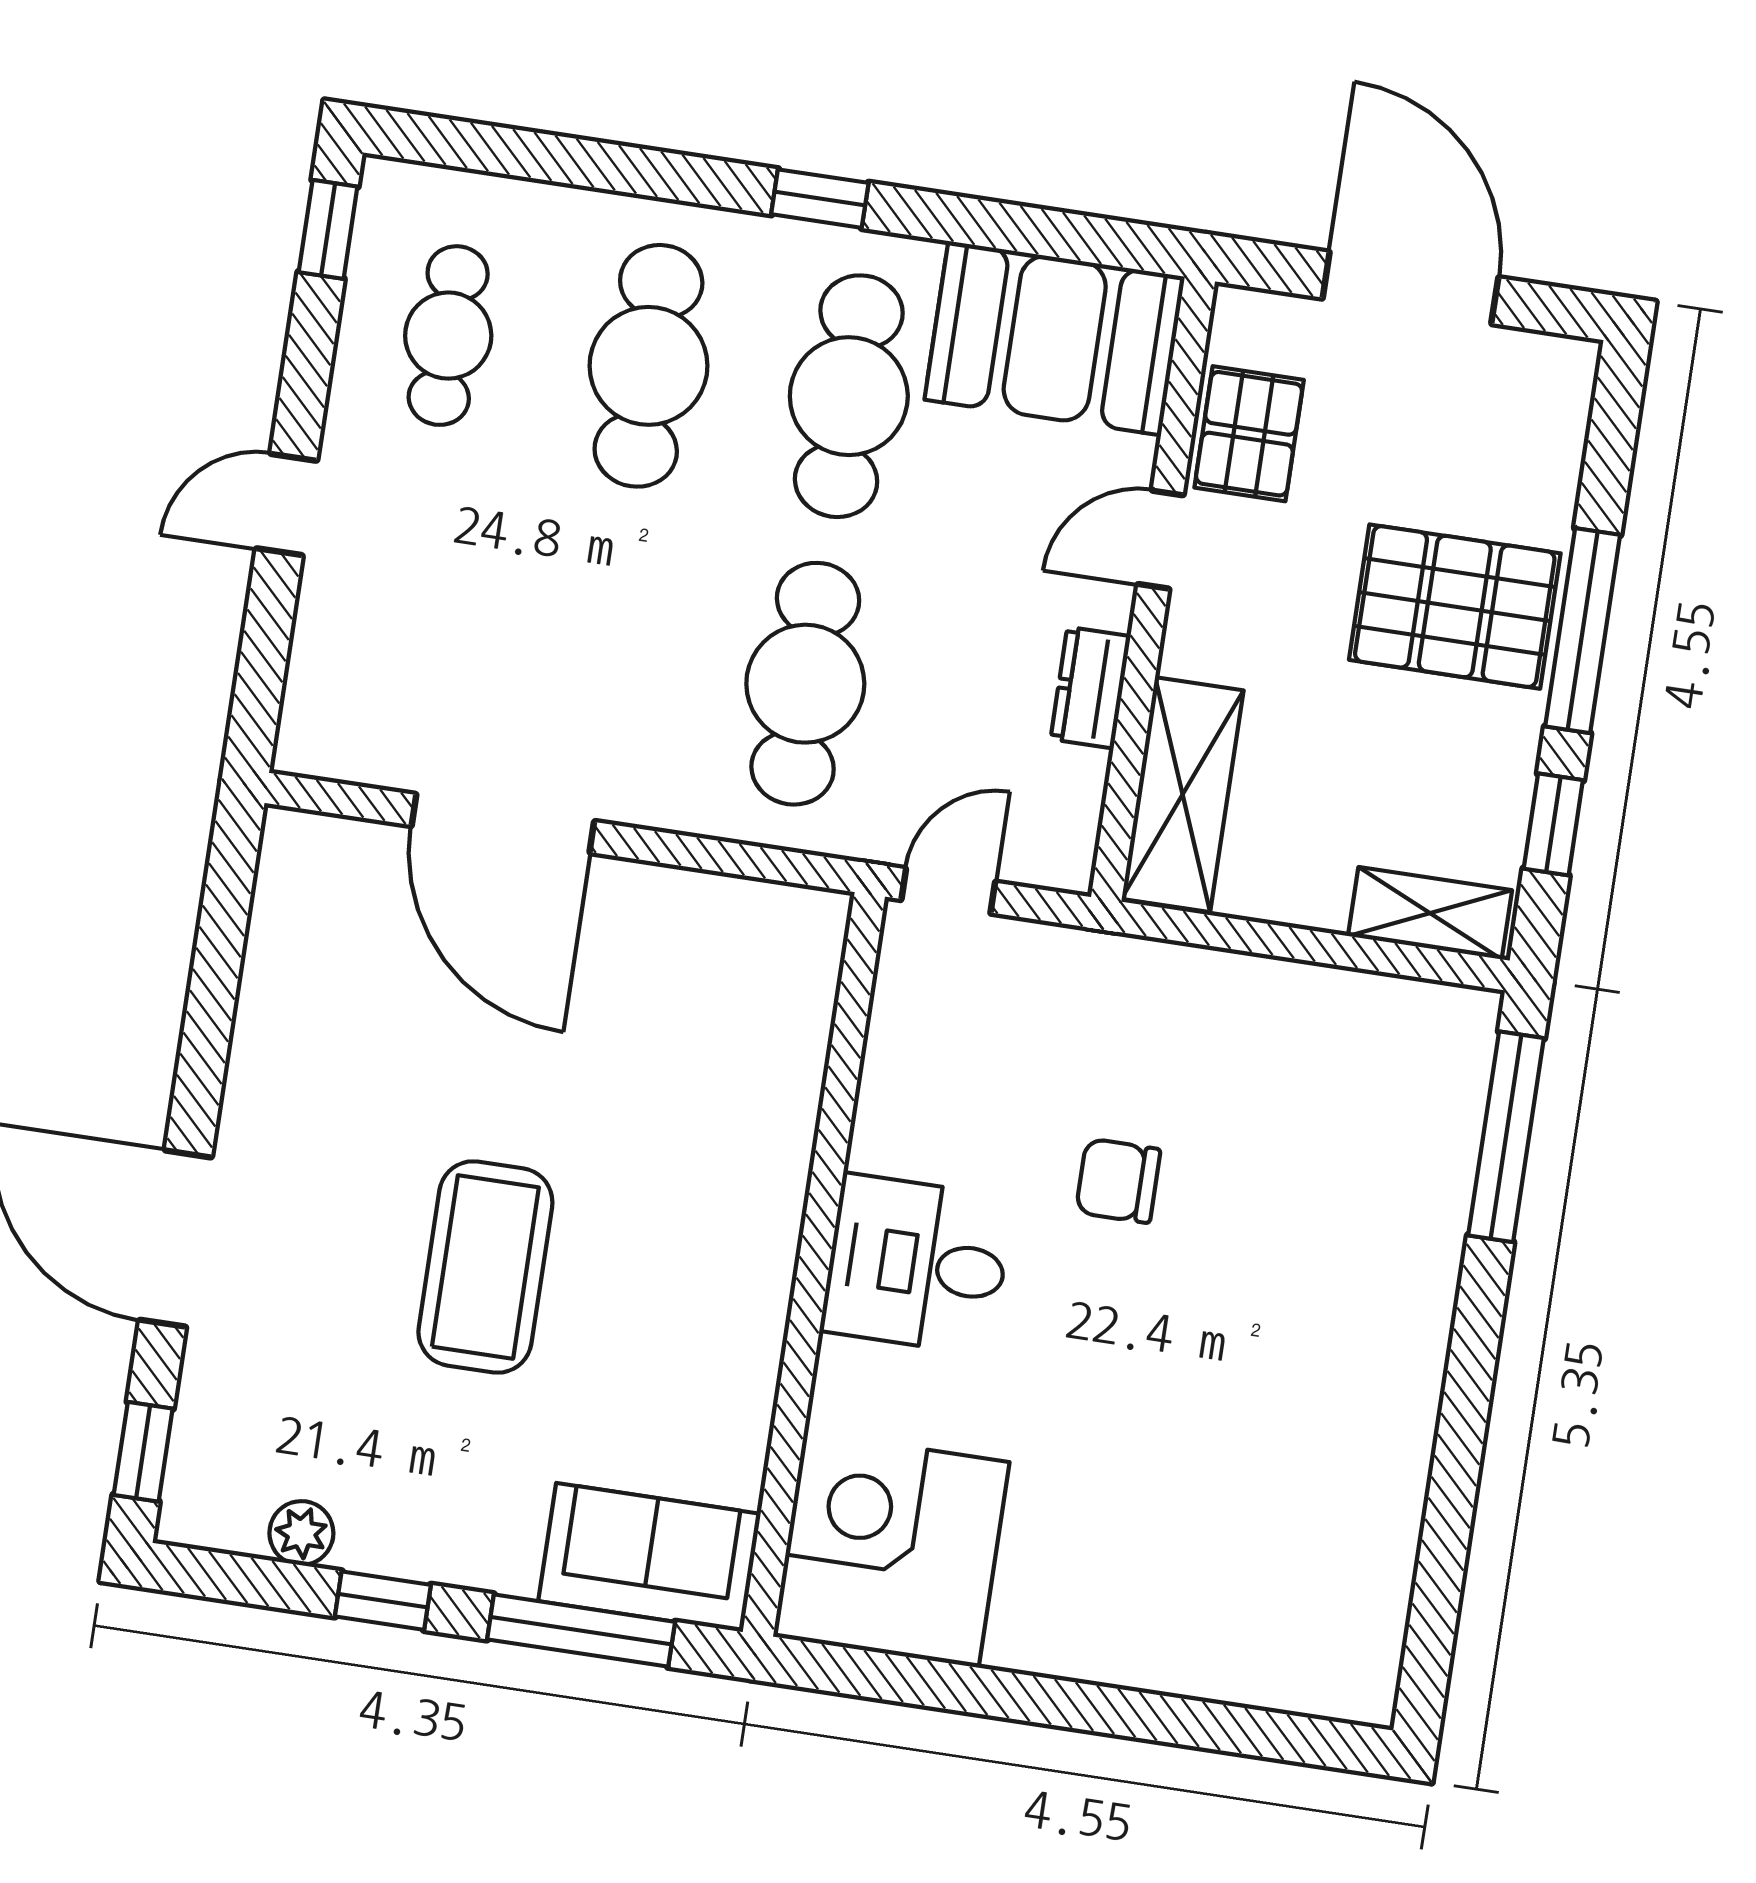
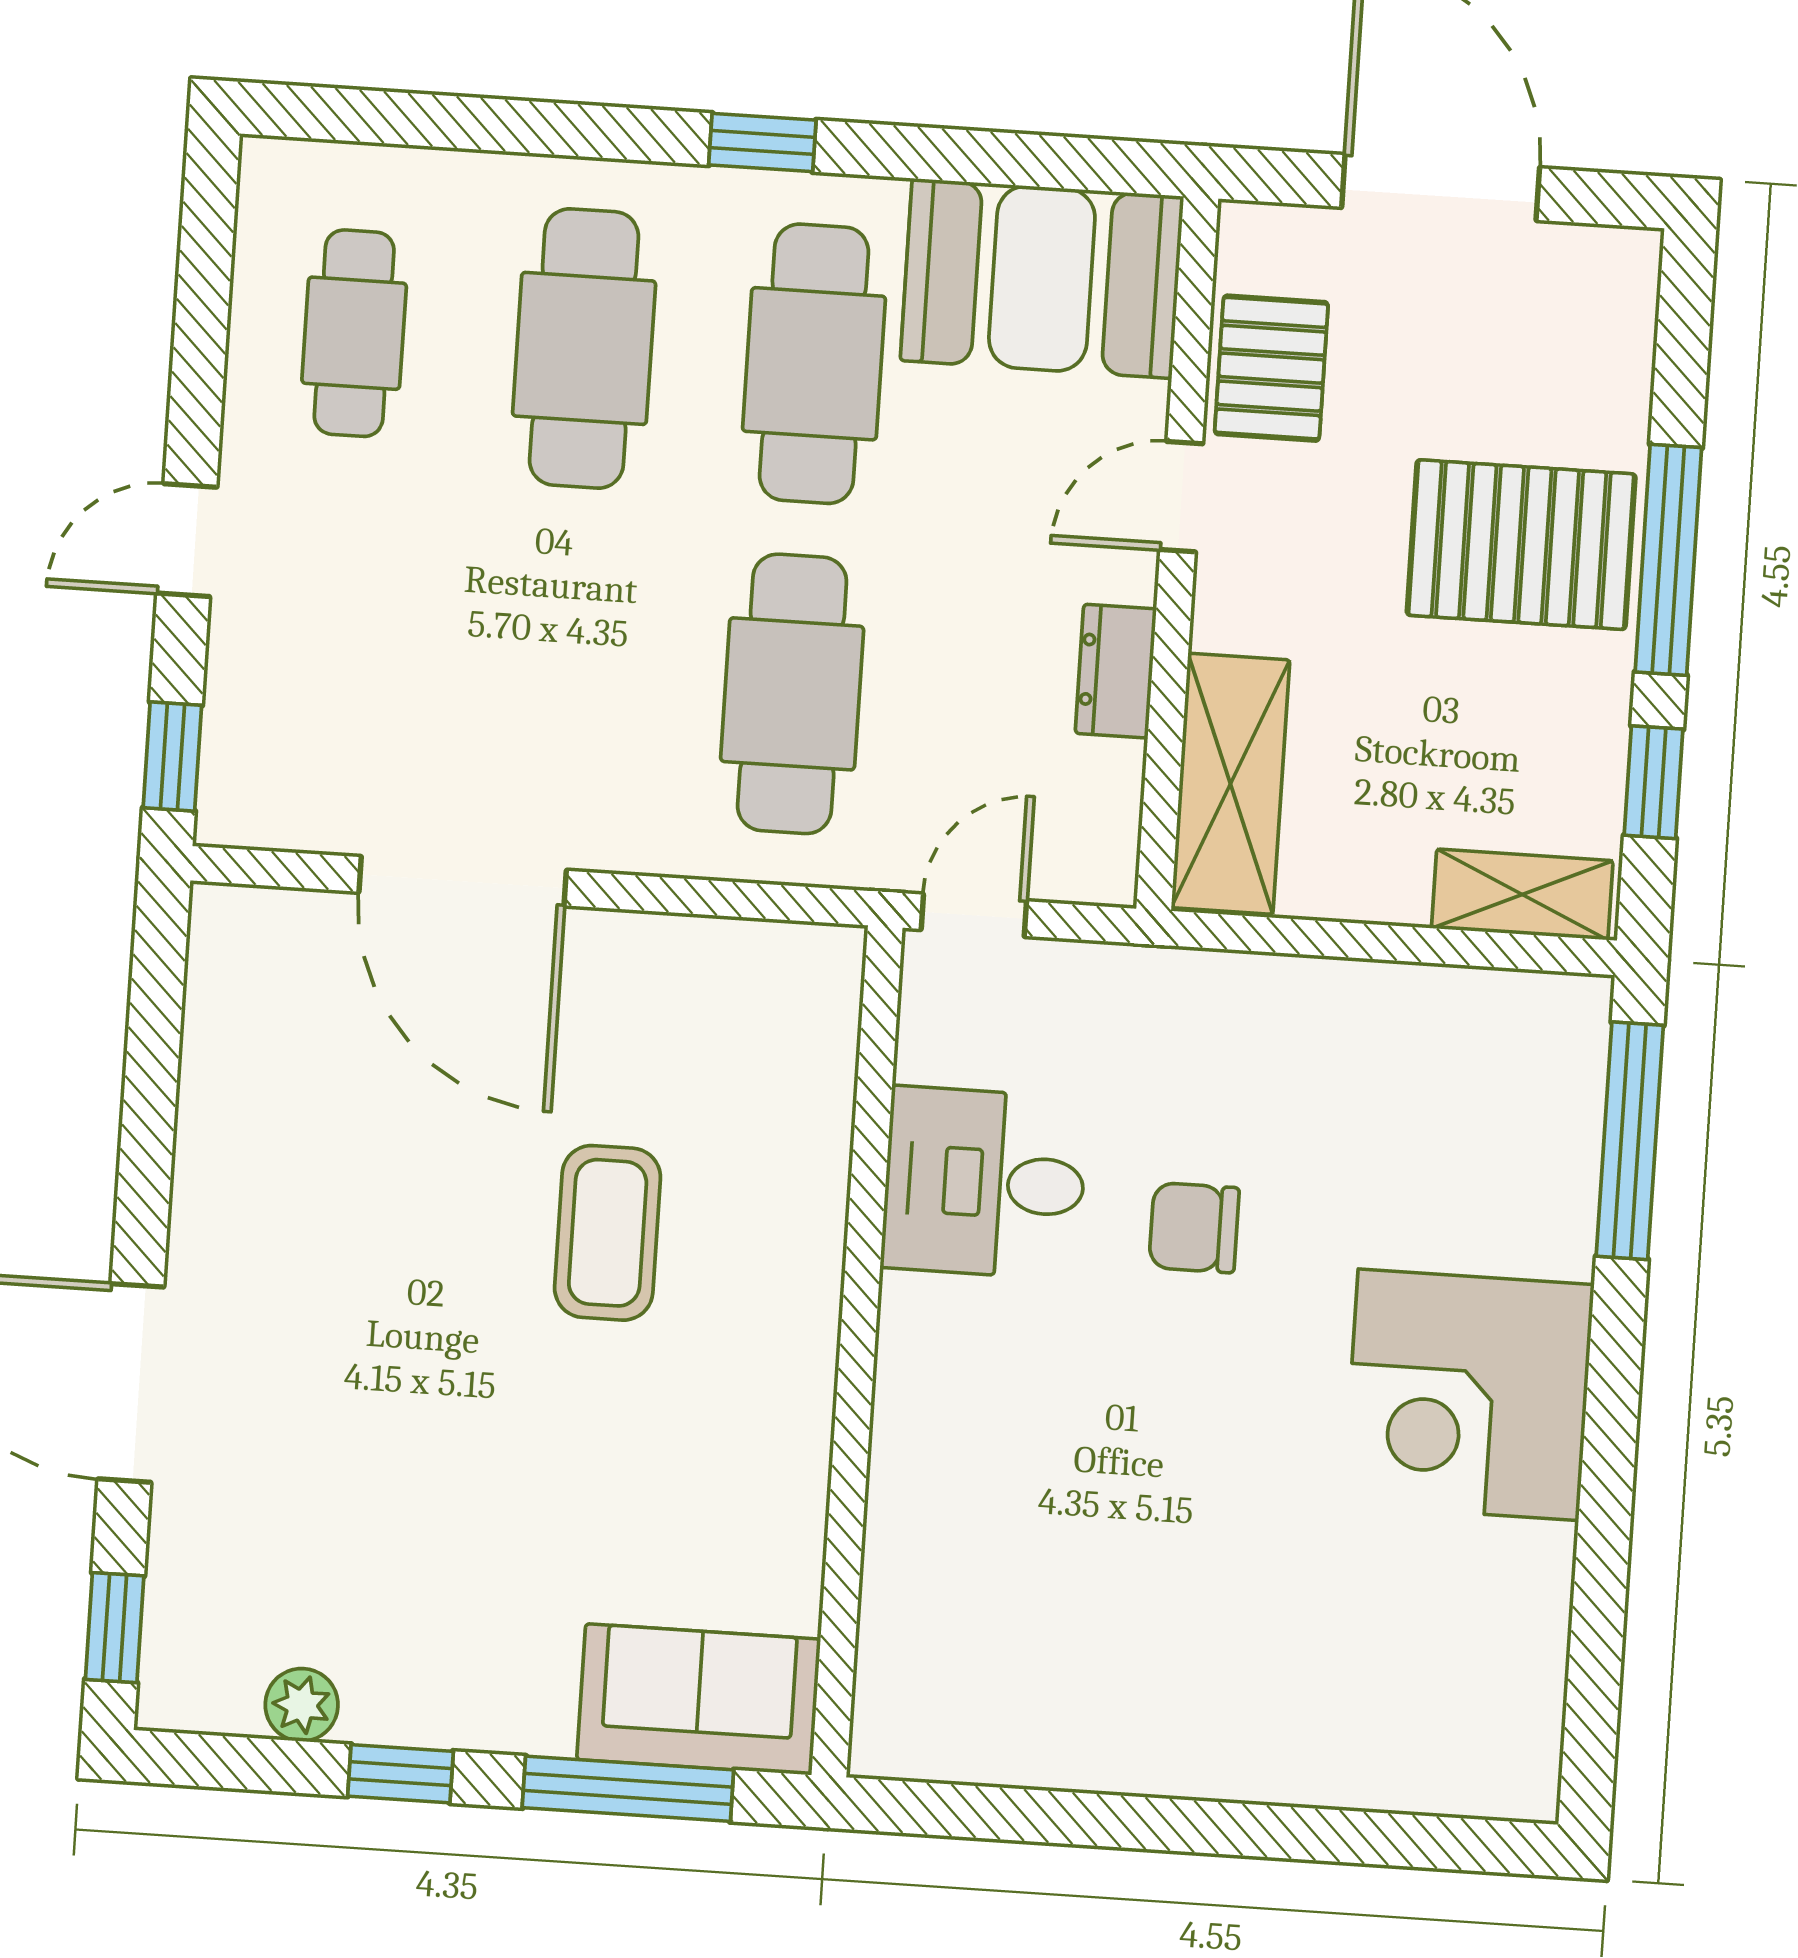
window: (328, 229) -> (172, 757), moved
desk: (917, 1264) -> (984, 1183), moved
coffee table: (485, 1267) -> (608, 1233), moved, width x0.73, depth x0.76
corner desk: (891, 1549) -> (1468, 1395), moved, turned -90

